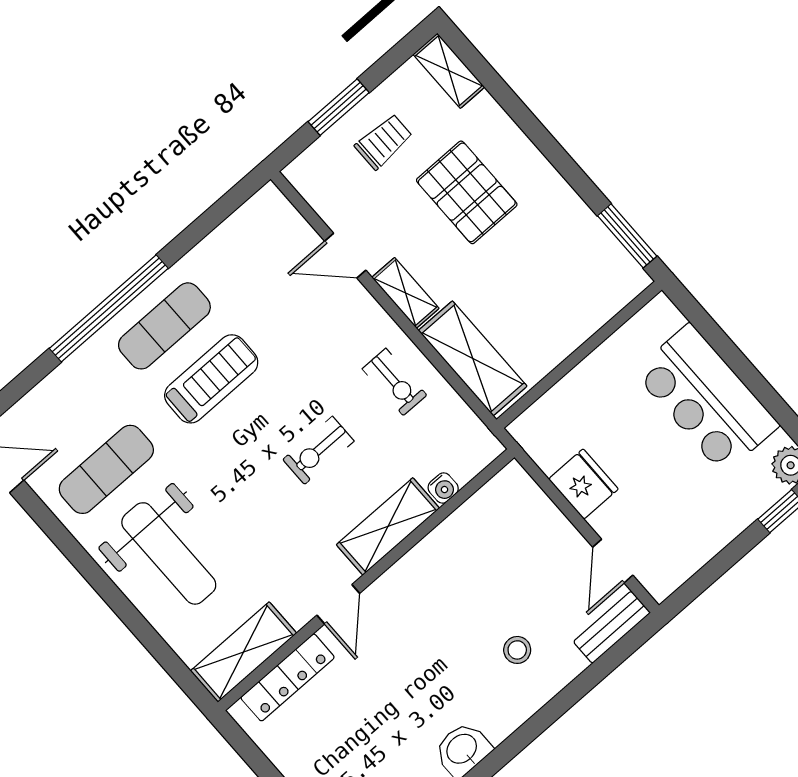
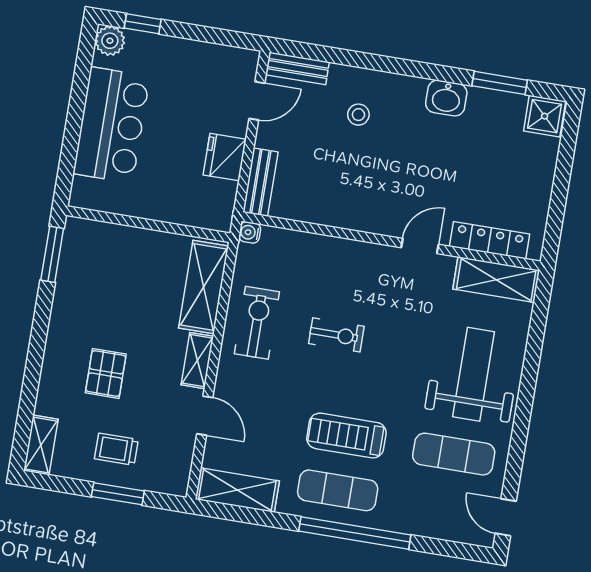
pallet: (467, 192) -> (106, 373), width x0.67, depth x0.71
exercise bike: (394, 382) -> (257, 323), width x1.38, depth x1.39
water cooler: (443, 488) -> (250, 232), moved, turned -90
bench: (530, 499) -> (260, 182), added
shelving: (388, 526) -> (237, 490), moved

